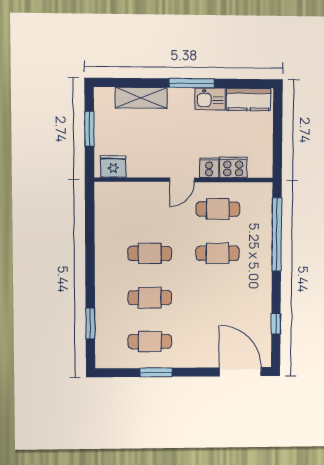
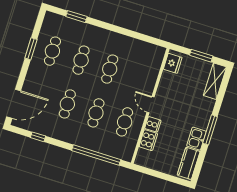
shelving: (141, 98) -> (215, 81), moved
cafe table: (217, 297) -> (67, 104), added

